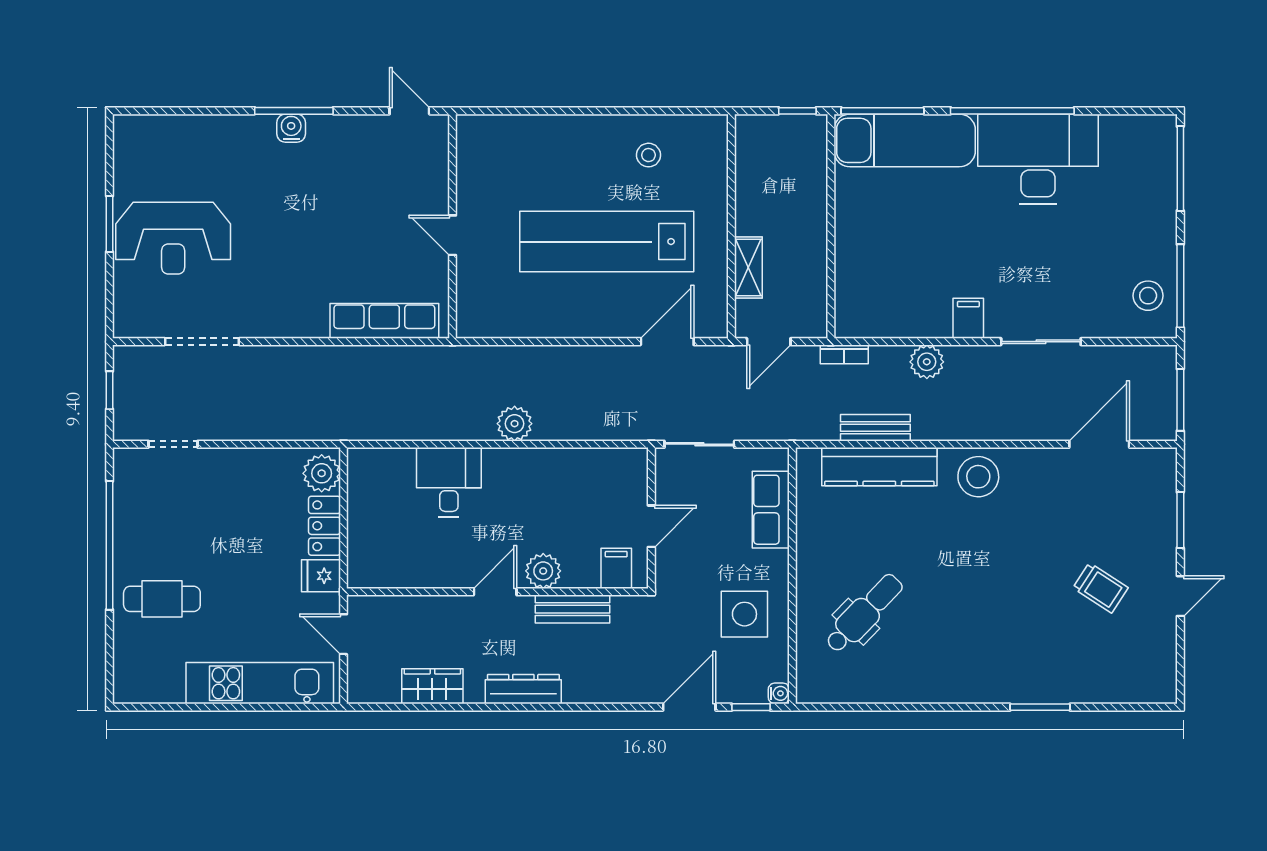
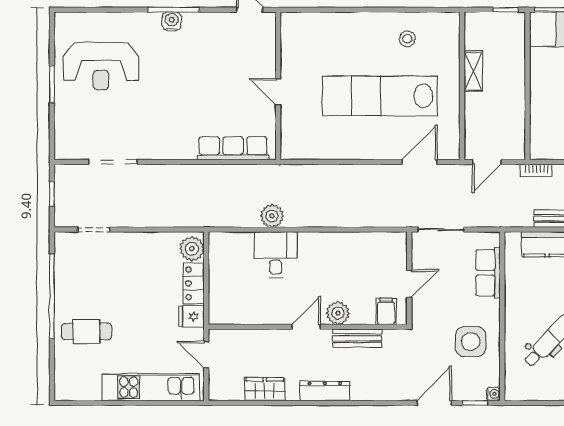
reception desk: (173, 238) -> (101, 66), moved
shelving: (748, 268) -> (473, 71), moved
plant: (515, 424) -> (272, 216), moved

